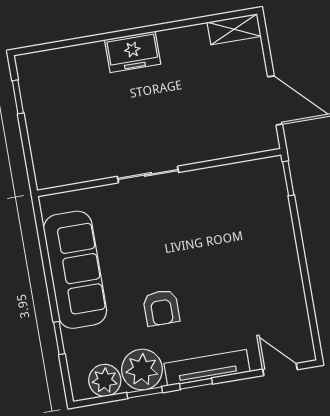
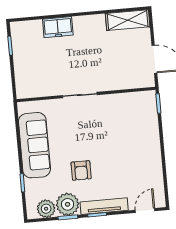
shelving: (234, 29) -> (128, 20), width x1.50, depth x1.33
freezer: (133, 52) -> (58, 27), moved
door: (280, 369) -> (145, 210), hinge flipped

